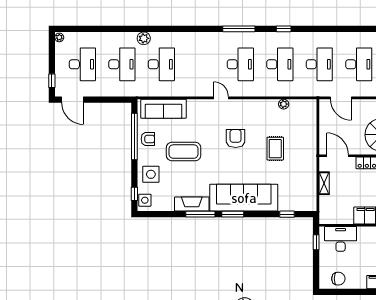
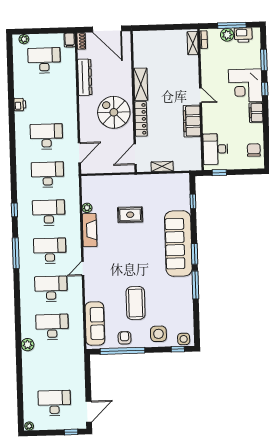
desk: (122, 64) -> (51, 289), moved
armchair: (236, 138) -> (122, 253), removed
fireplace: (192, 204) -> (90, 230), moved, turned 180

